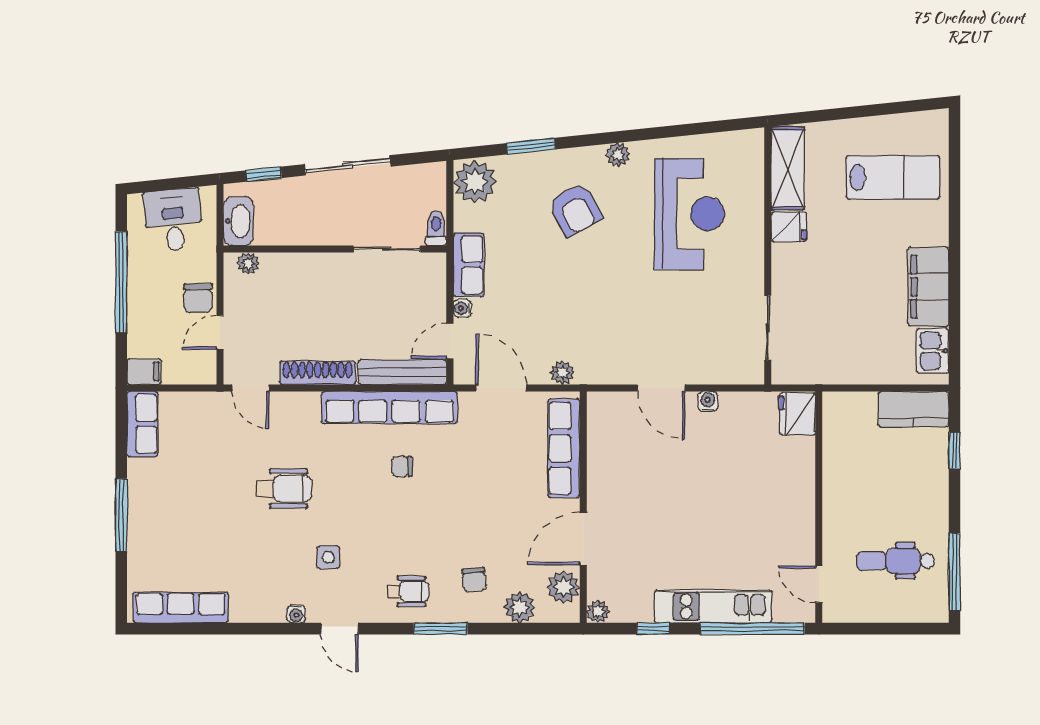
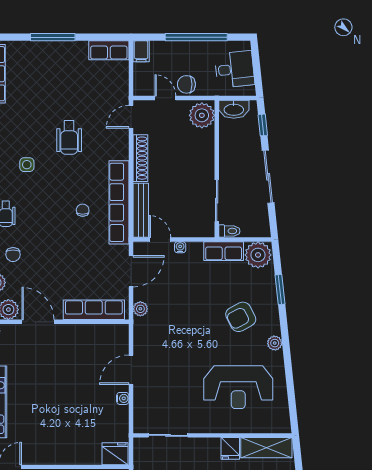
plant: (248, 263) -> (202, 115), width x1.88, depth x1.88
row of seats: (469, 265) -> (224, 251), moved
chair: (474, 580) -> (13, 255), turned -85

